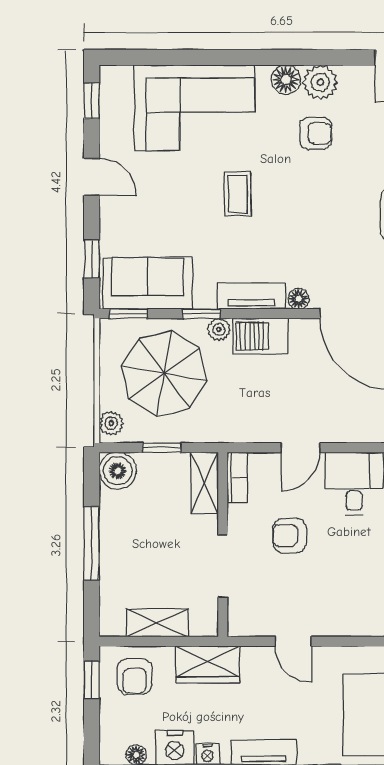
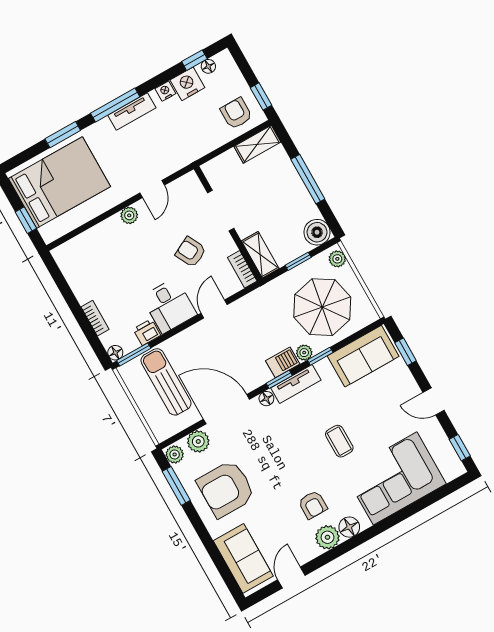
armchair: (316, 133) -> (313, 505), turned -90
window: (129, 314) -> (279, 379), moved
barbecue: (260, 336) -> (283, 362), width x0.73, depth x0.79
armchair: (289, 535) -> (191, 252), turned -117
shelving: (157, 623) -> (257, 144), moved
plant: (340, 625) -> (129, 215), added
door: (293, 641) -> (152, 189), swing flipped
wardrobe: (208, 664) -> (196, 146), removed

